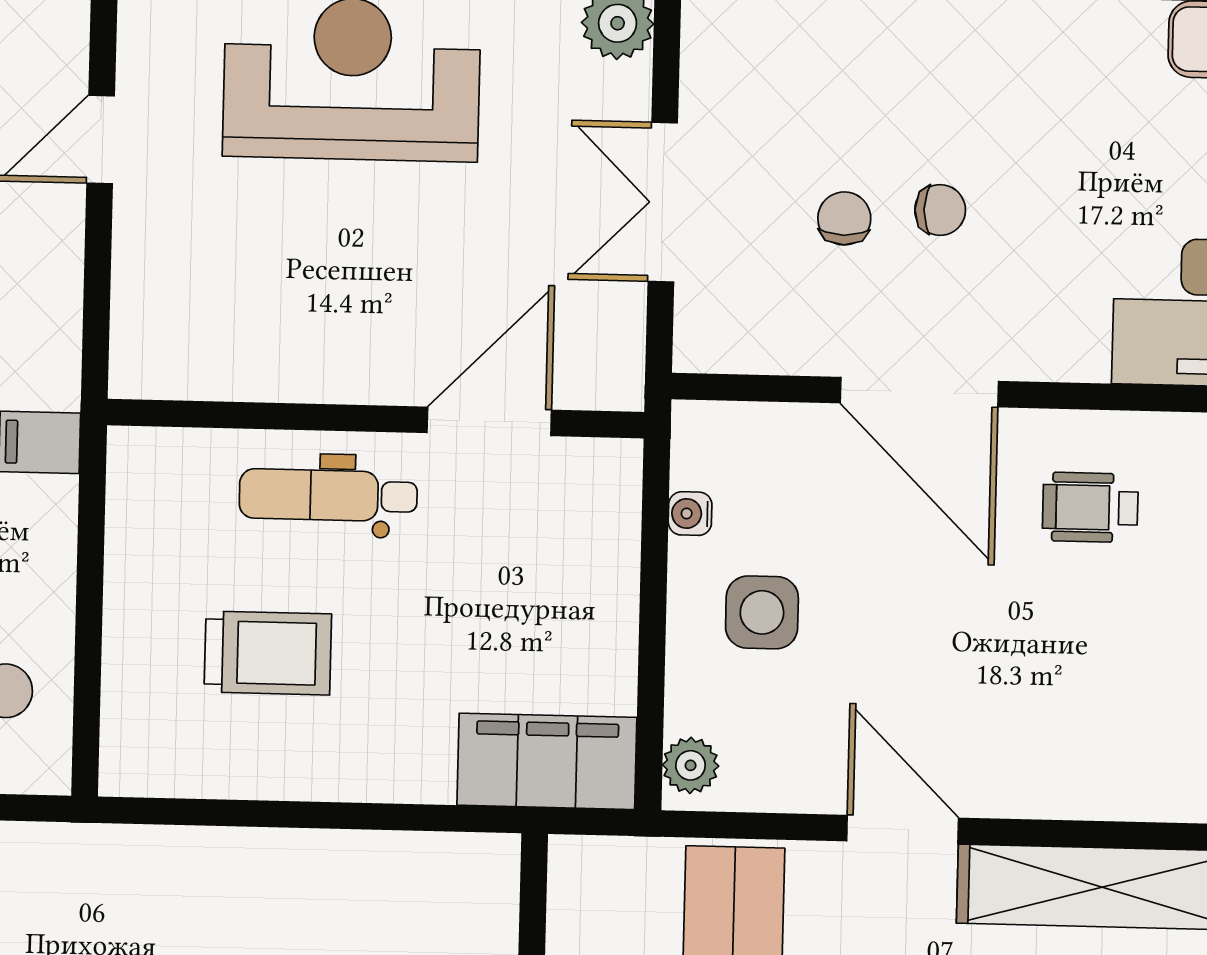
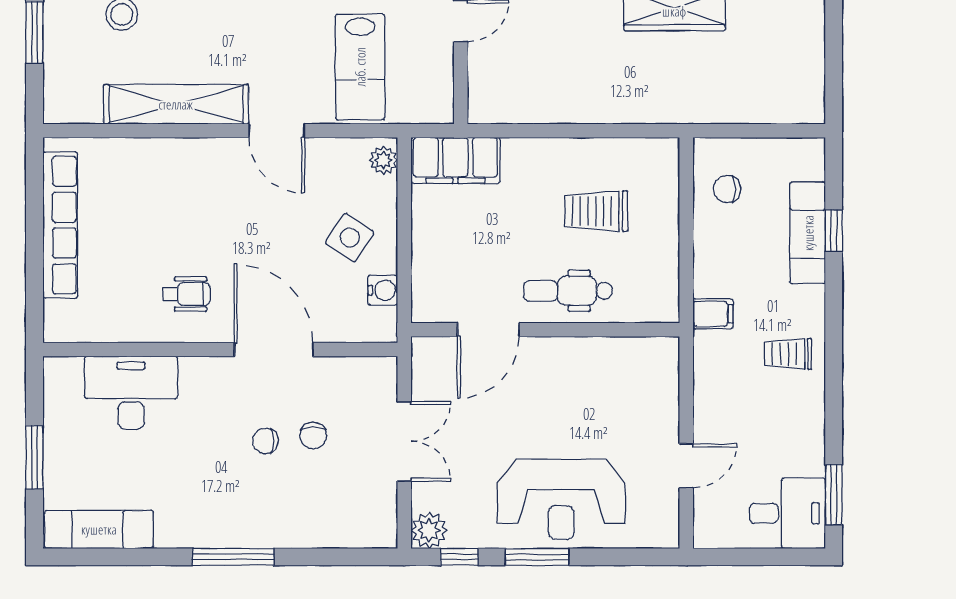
dental chair: (328, 495) -> (568, 291), turned 180
water cooler: (690, 514) -> (383, 290), width x1.38, depth x1.38
side table: (762, 612) -> (350, 238), turned 33

